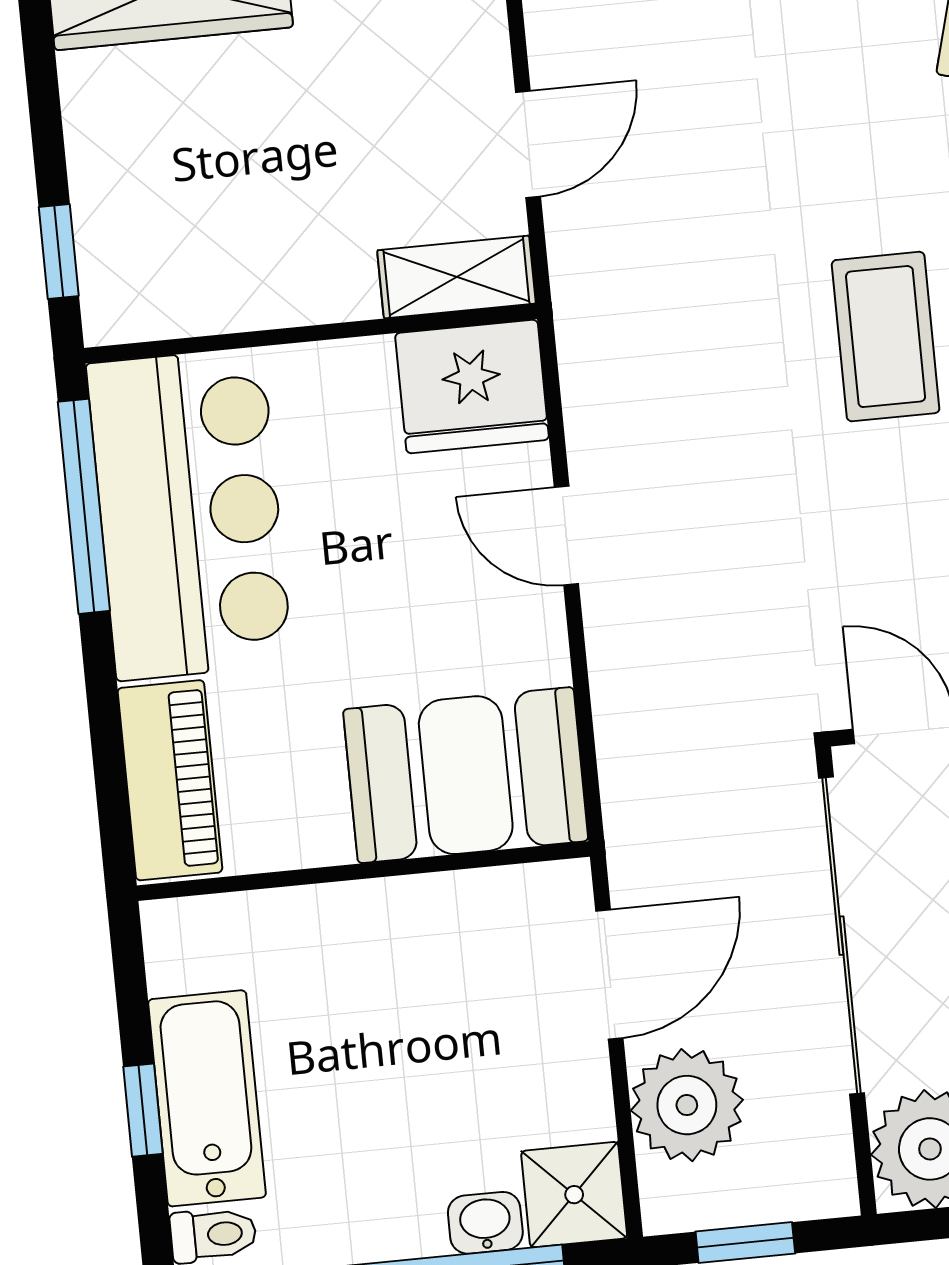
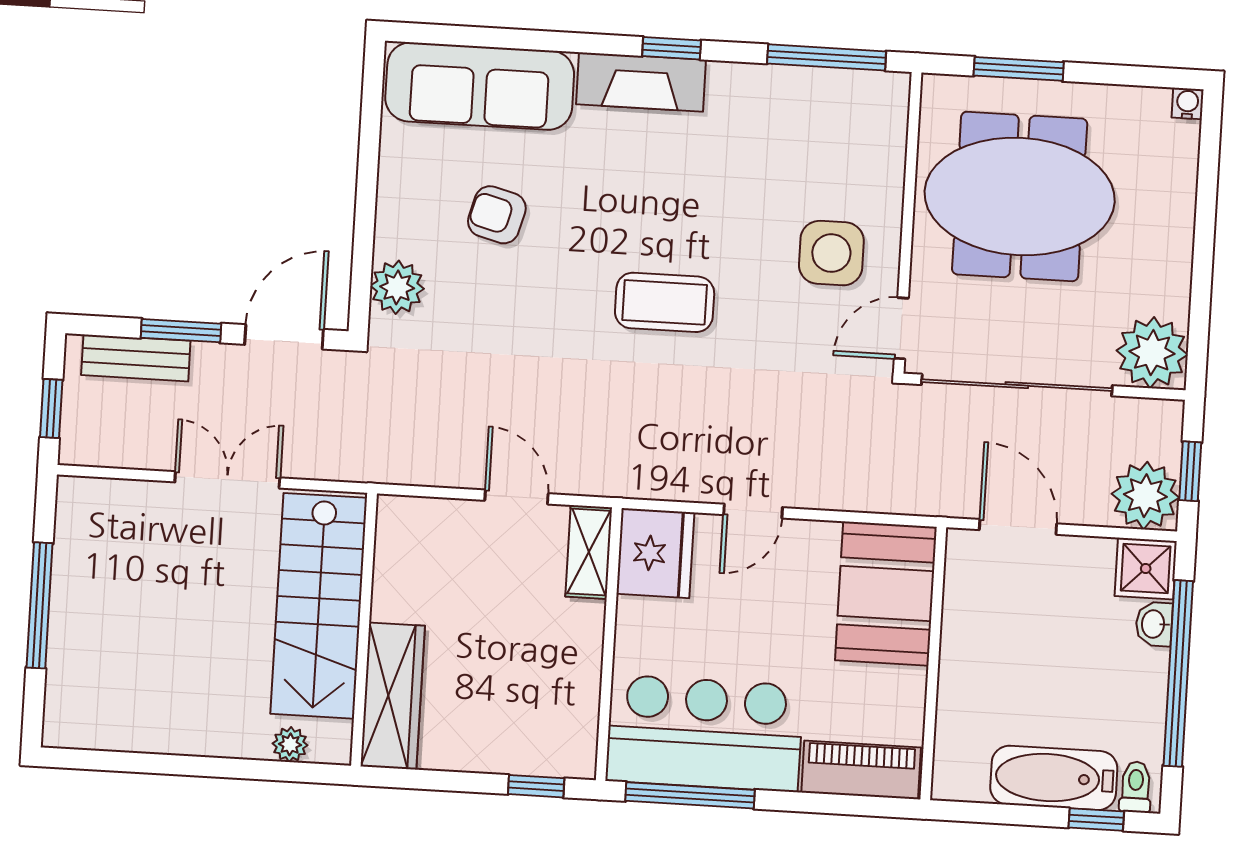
plant: (687, 1105) -> (1145, 496), moved
window: (143, 1110) -> (1096, 820), moved

